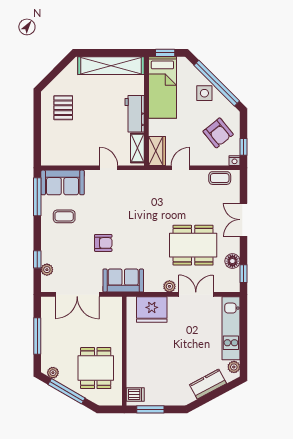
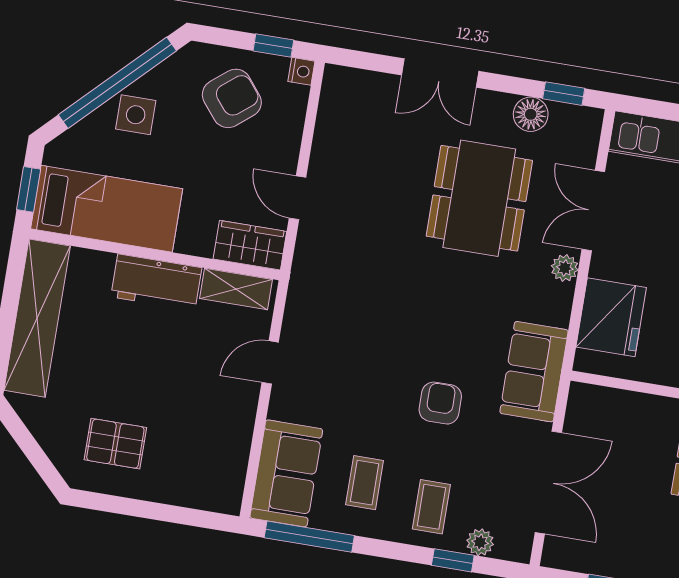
coffee table: (220, 178) -> (431, 507), moved

